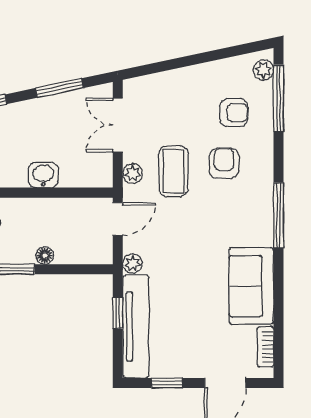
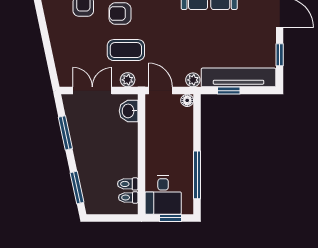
double door: (118, 125) -> (92, 91), swing flipped
washbasin: (43, 175) -> (129, 111), moved
floor lamp: (45, 256) -> (187, 100), moved

